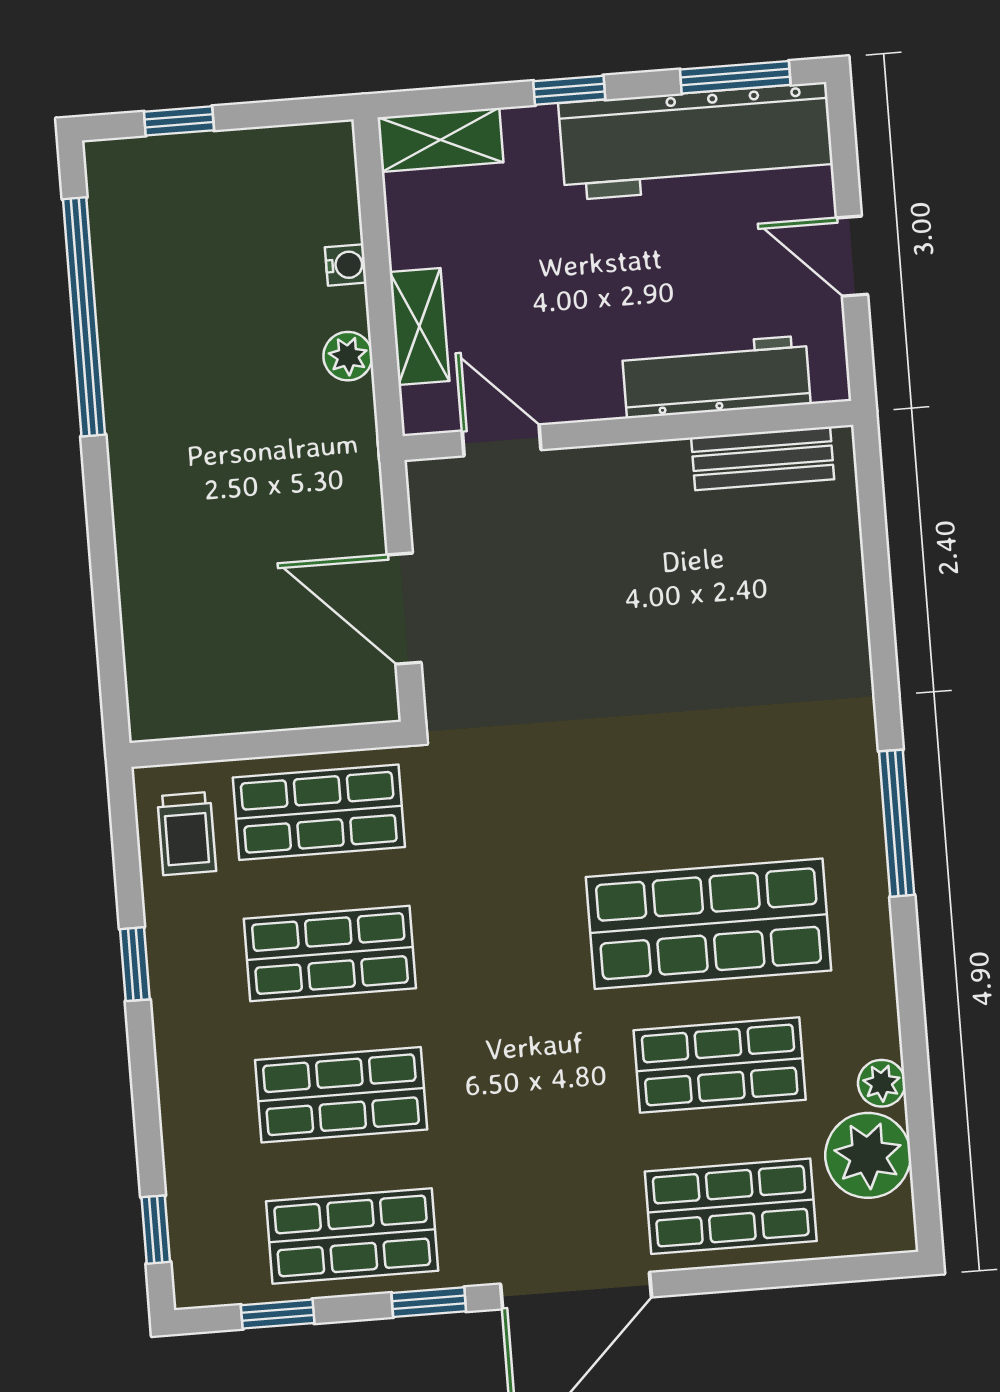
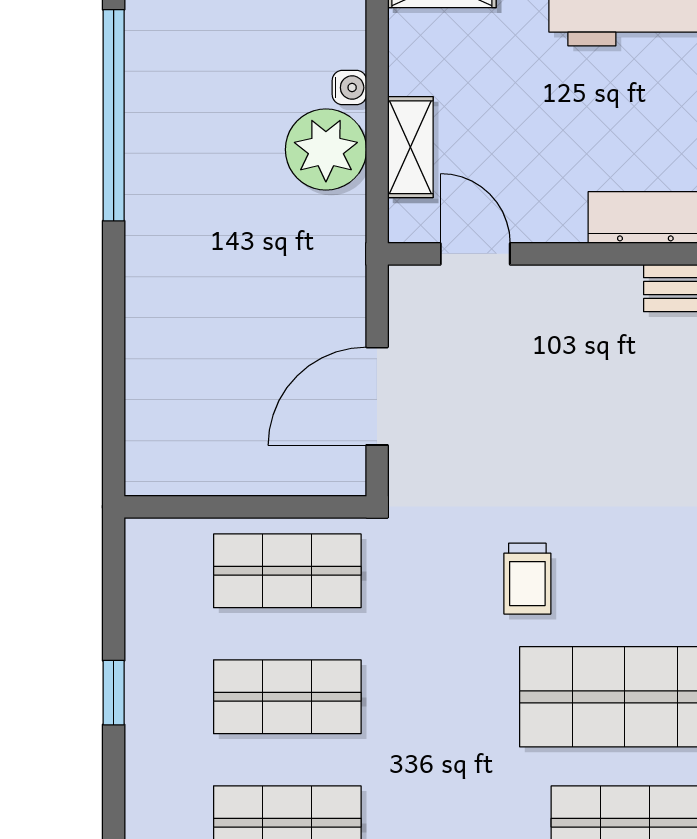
plant: (348, 356) -> (326, 150), width x1.87, depth x1.87
door: (404, 609) -> (377, 396), hinge flipped
trolley: (187, 834) -> (527, 579), moved

